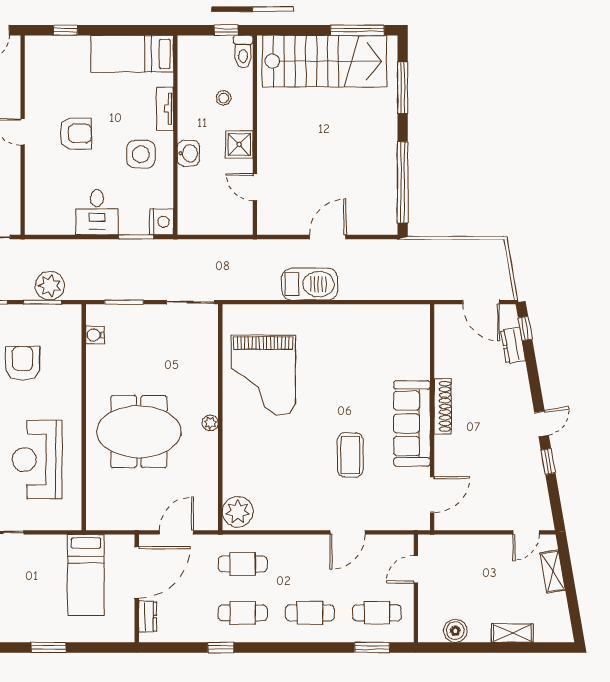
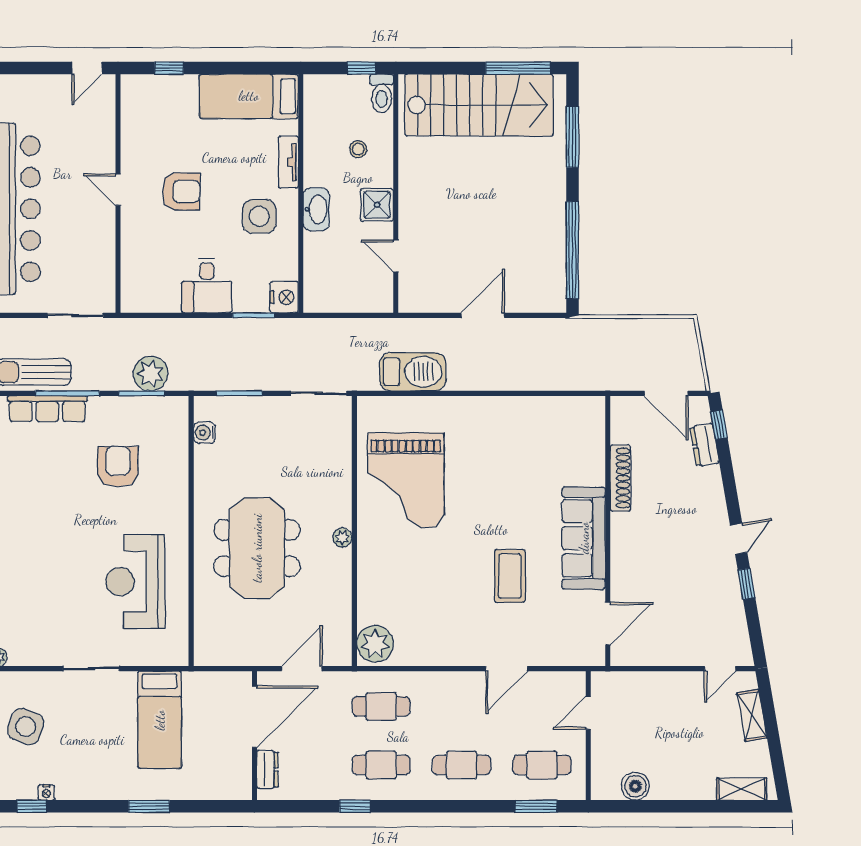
washbasin: (188, 153) -> (316, 209), width x1.38
barbecue: (310, 284) -> (413, 372), moved
shoe rack: (443, 406) -> (620, 478), moved
meeting table: (139, 432) -> (257, 548), turned 90
bed: (86, 575) -> (160, 720), moved
shelving: (512, 633) -> (742, 789), moved

